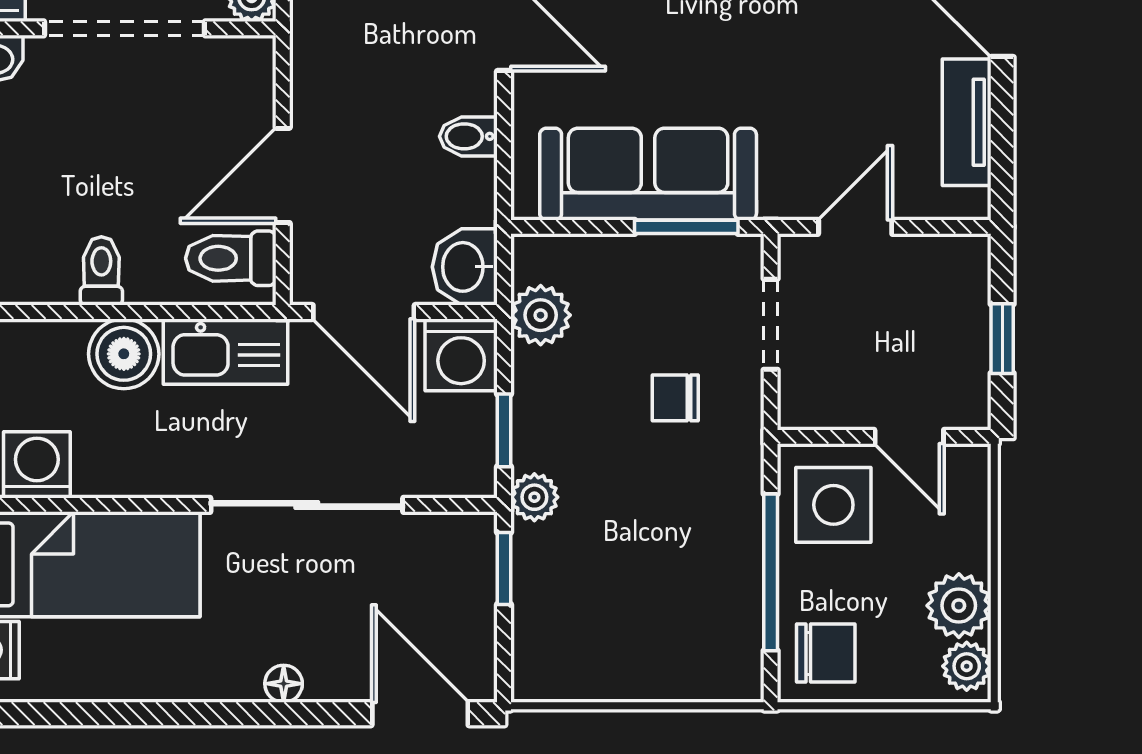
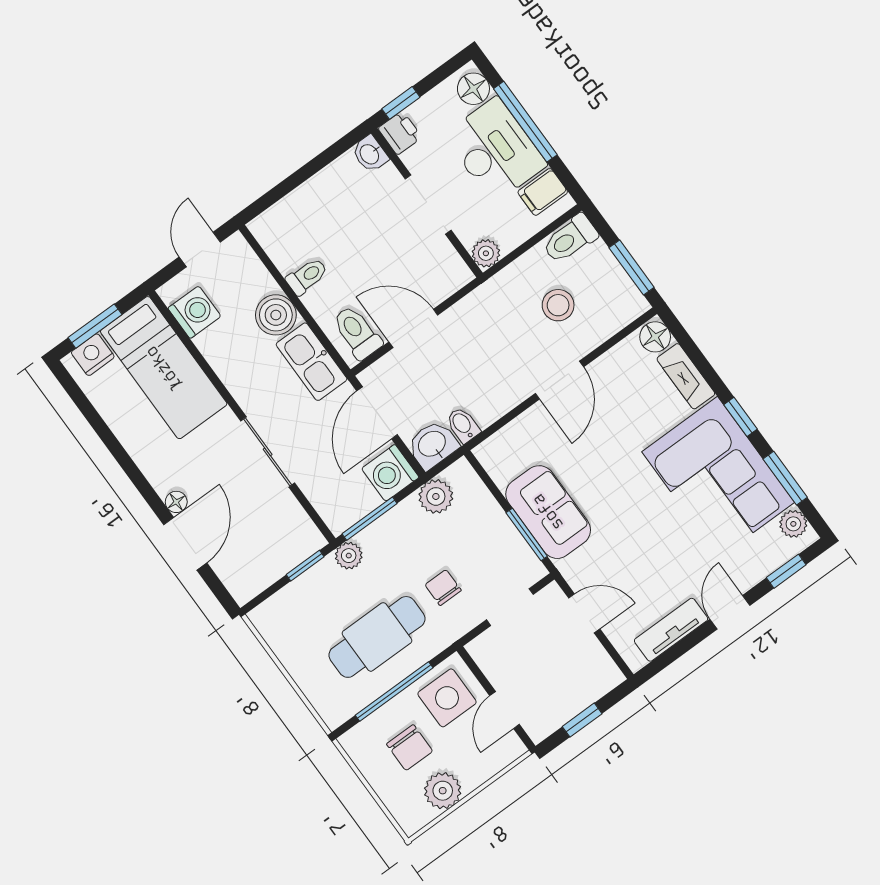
doorway: (125, 28) -> (428, 204), width x0.73
bidet: (468, 136) -> (463, 425), moved
sofa: (648, 174) -> (548, 512), width x0.73
window: (504, 430) -> (370, 519), width x1.50
sliding door: (307, 505) -> (268, 452), width x0.73
cafe table: (677, 541) -> (377, 637), added
chair: (826, 653) -> (410, 748), moved
plant: (967, 666) -> (417, 815), removed
door: (420, 714) -> (185, 544), moved

